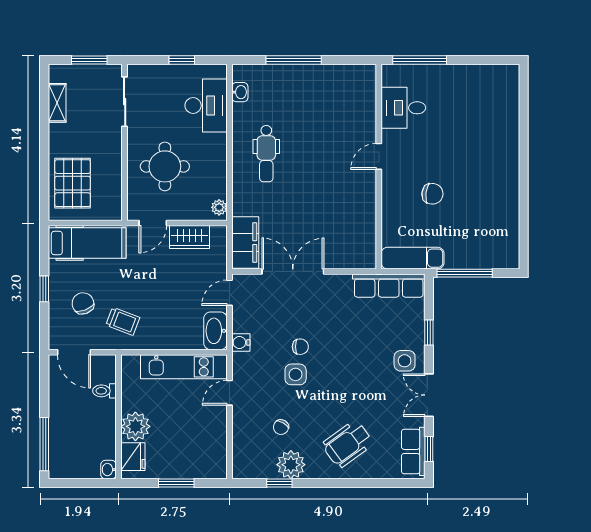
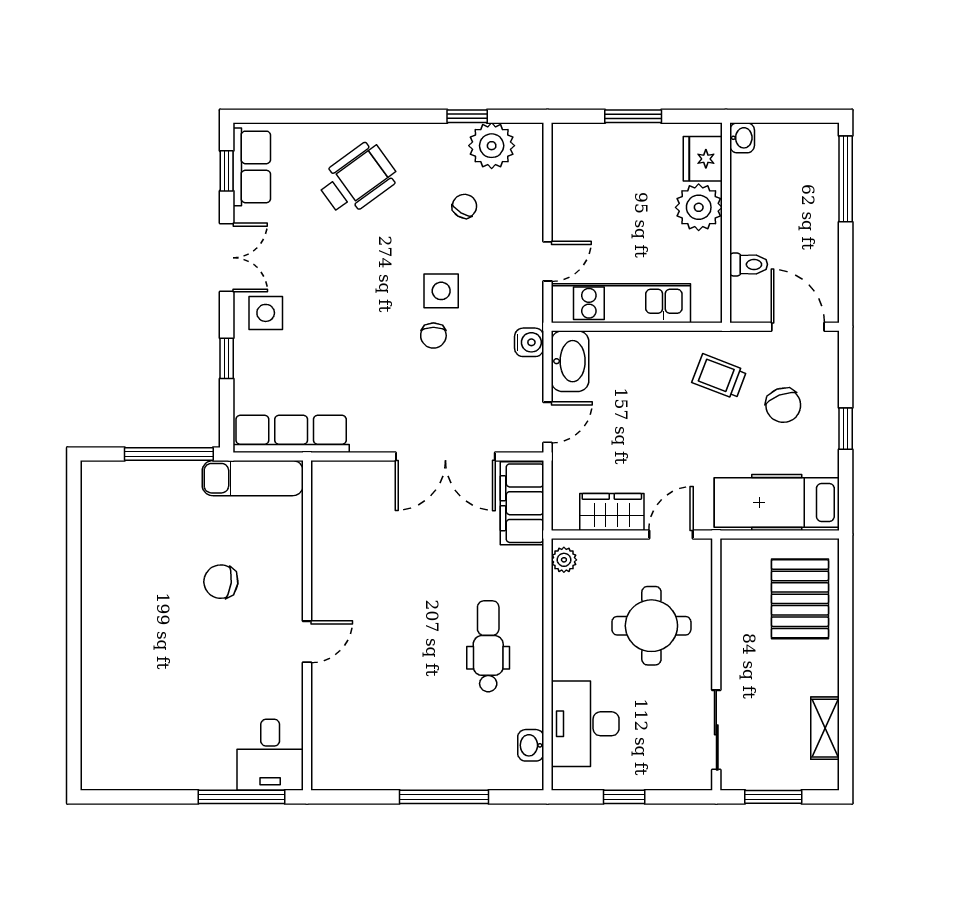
desk: (403, 108) -> (270, 755), moved, turned 90
chair: (300, 347) -> (433, 336), turned -90
plant: (291, 465) -> (492, 146), moved

